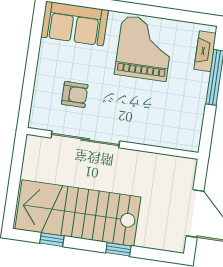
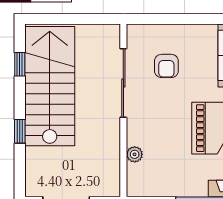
plant: (158, 139) -> (135, 154), added

